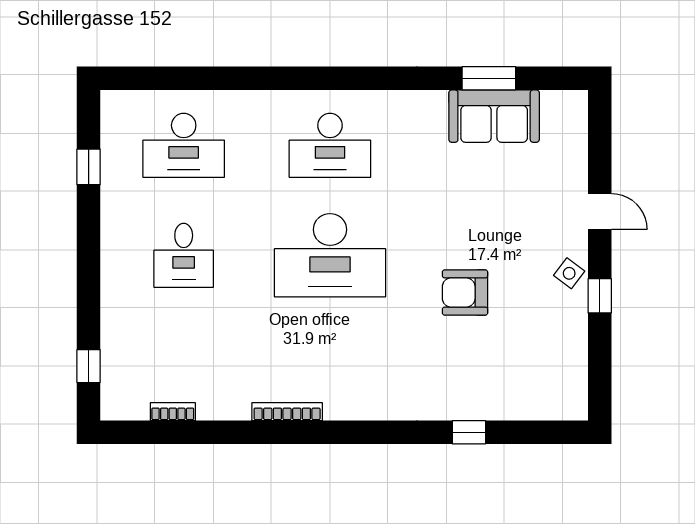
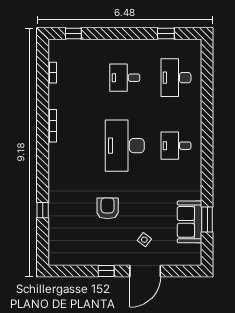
desk: (330, 145) -> (176, 146), width x0.73
door: (600, 211) -> (145, 271), width x1.87
side table: (569, 273) -> (144, 240), moved

